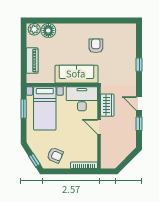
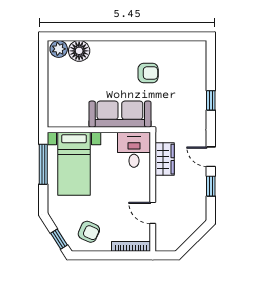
armchair: (96, 46) -> (148, 73), turned 90
piano: (32, 61) -> (56, 94), removed
desk: (82, 99) -> (134, 150), width x0.73
window: (24, 109) -> (43, 164), width x1.44
door: (99, 127) -> (153, 213), moved

